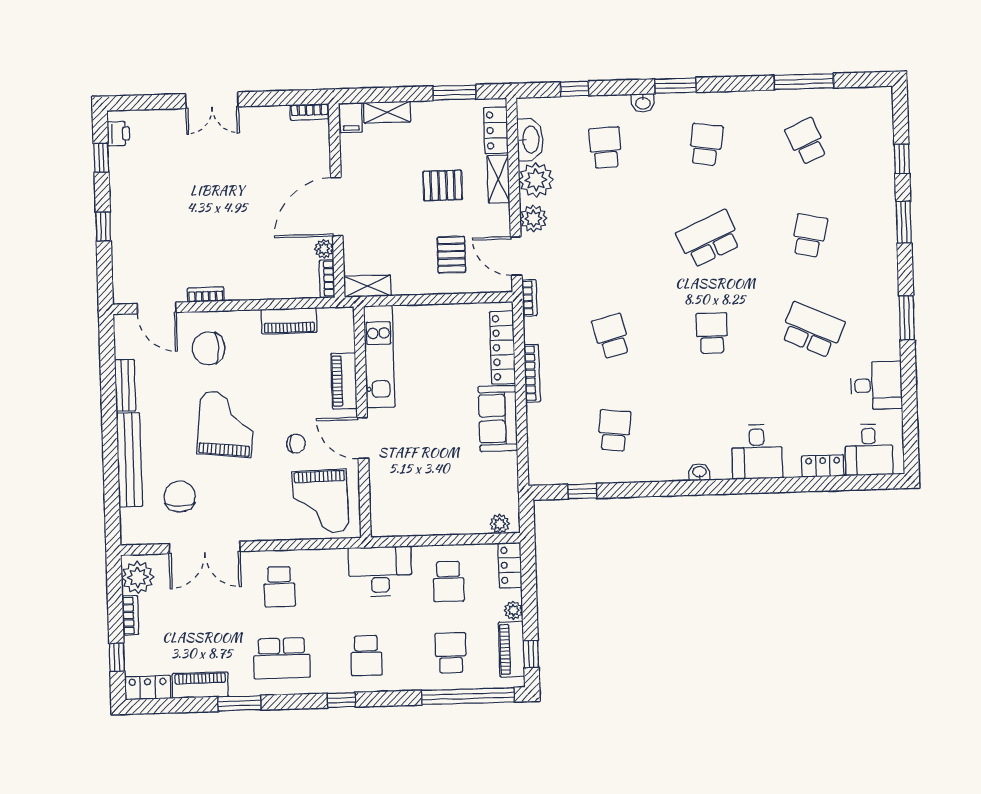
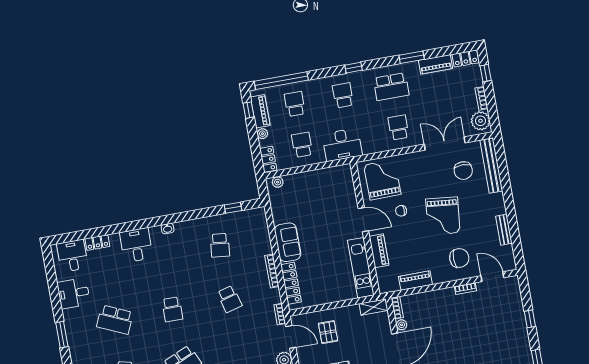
bench: (129, 460) -> (491, 165), moved
school desk: (451, 653) -> (295, 104), turned 180
school desk: (282, 658) -> (391, 87), turned 180

